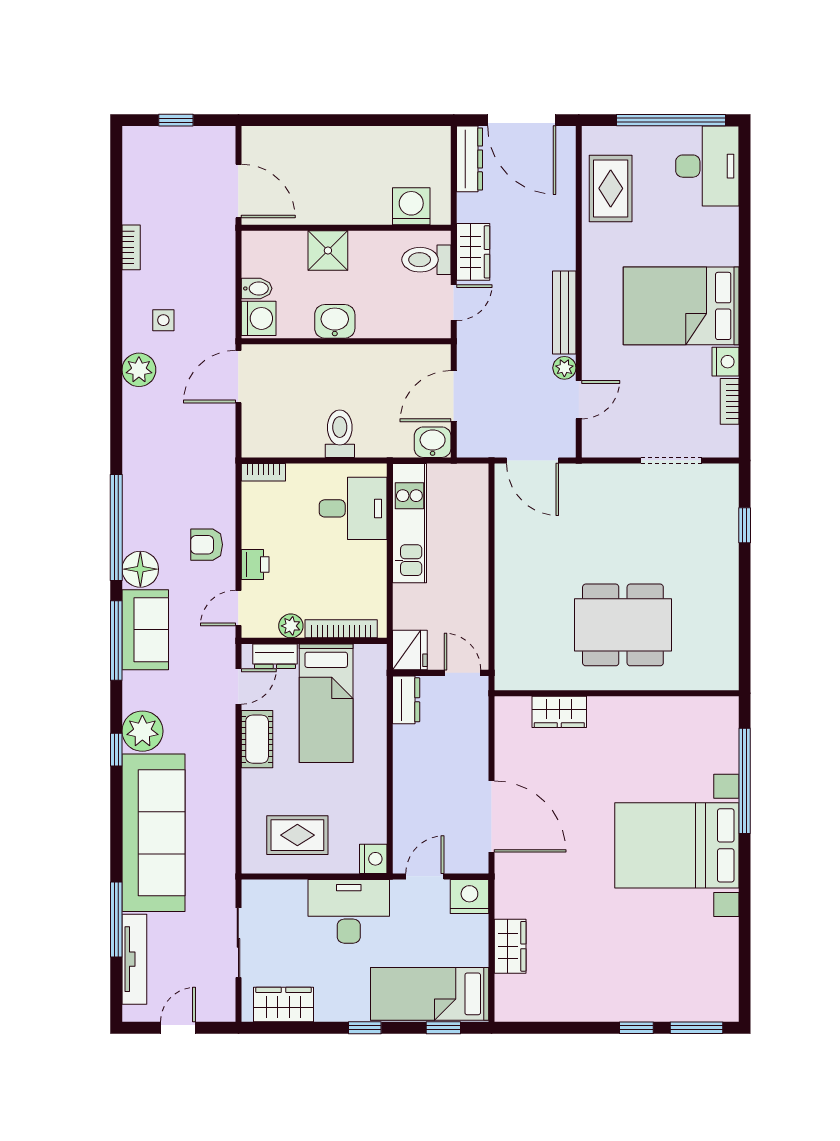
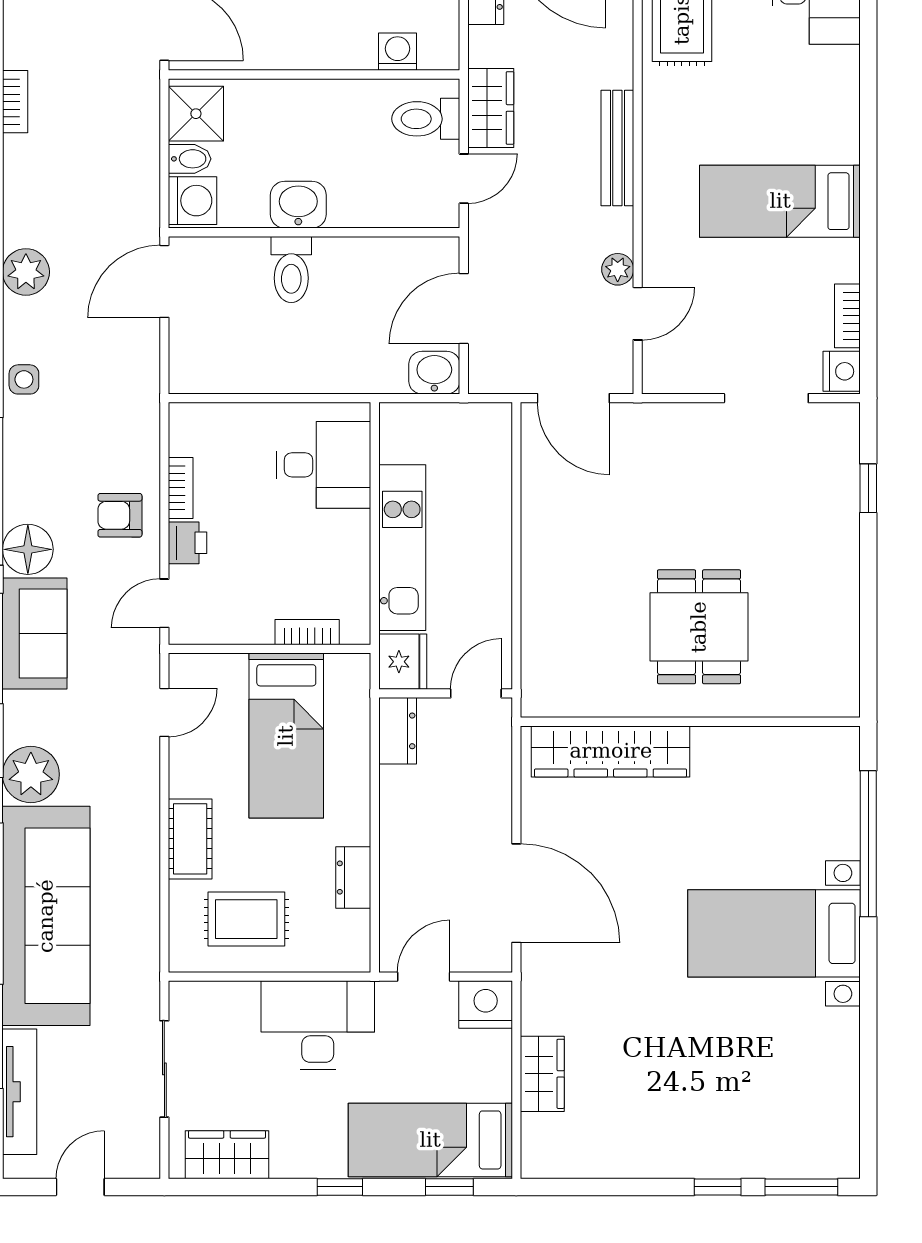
washing machine: (411, 206) -> (397, 52), width x0.73, depth x0.73
shower: (328, 251) -> (196, 114), moved
bed: (681, 306) -> (780, 201), width x0.67
bench: (564, 312) -> (617, 148), moved
side table: (163, 320) -> (24, 379), moved
nightstand: (725, 362) -> (842, 371), moved
toilet: (340, 434) -> (291, 270), moved, turned 180
bookcase: (263, 472) -> (181, 488), moved, turned -90
kitchen unit: (409, 523) -> (402, 548), moved
dining table: (623, 625) -> (699, 627), width x0.73
plant: (291, 626) -> (237, 628), removed
bookcase: (341, 629) -> (307, 632), width x0.64
dresser: (275, 656) -> (353, 878), moved, turned 90
door: (463, 673) -> (476, 693), hinge flipped
wardrobe: (559, 712) -> (611, 751), width x2.10, depth x1.17
cot: (257, 739) -> (190, 839), moved
bed with nightstands: (677, 845) -> (774, 933), width x0.73
nightstand: (373, 859) -> (352, 952), removed

